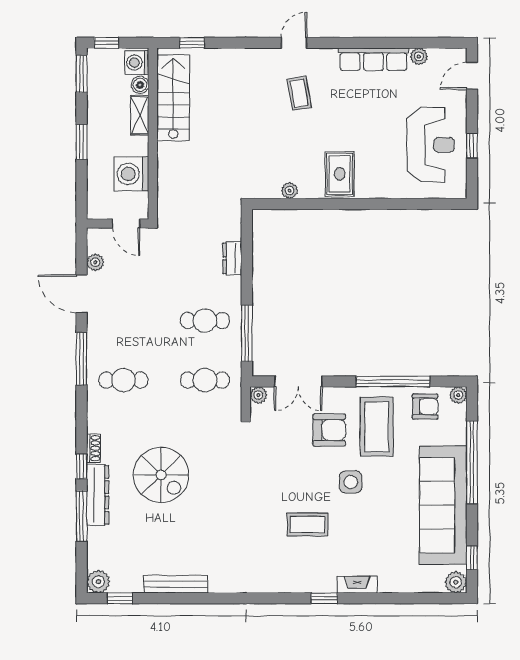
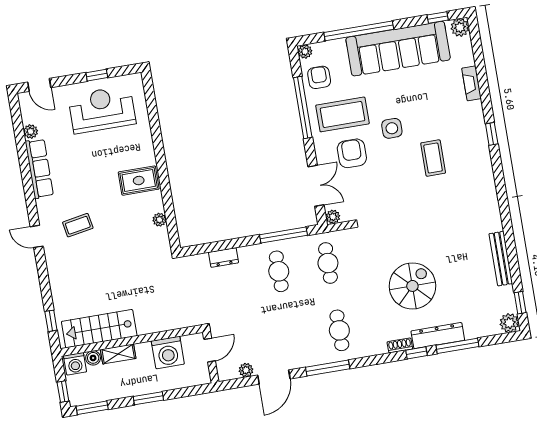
fireplace: (357, 585) -> (471, 83), moved

